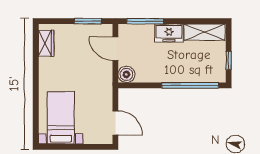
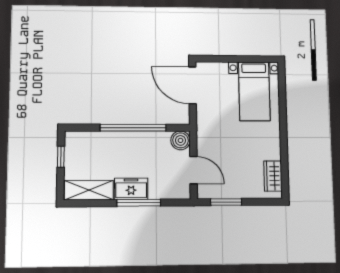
window: (145, 21) -> (139, 203), moved
window: (190, 85) -> (133, 128), moved
door: (115, 123) -> (193, 85), width x1.36

